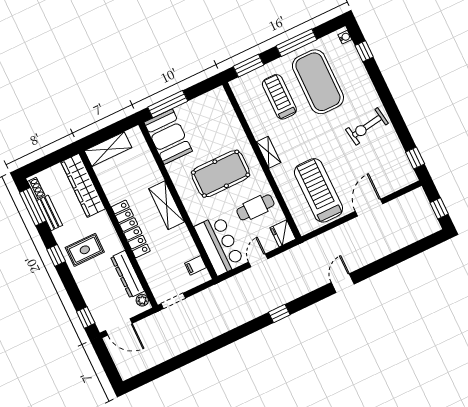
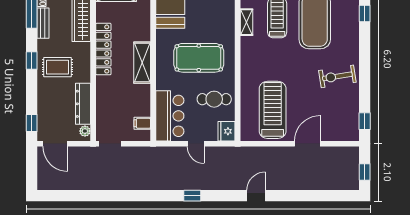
shelving: (268, 152) -> (246, 22), moved
locker: (131, 229) -> (103, 49), moved
door: (258, 260) -> (196, 144), swing flipped

